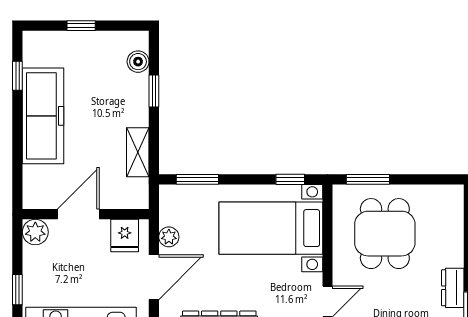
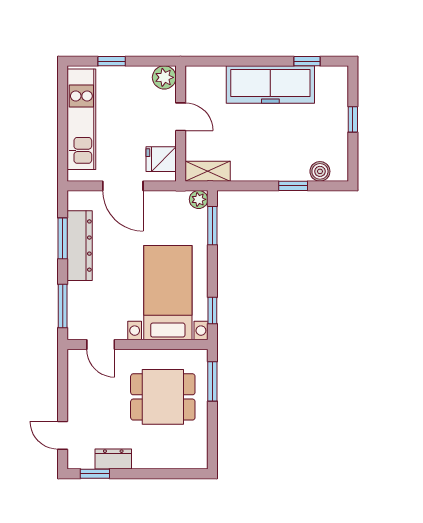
shelving: (138, 152) -> (208, 171), moved
door: (78, 214) -> (181, 117), width x0.73
plant: (169, 237) -> (199, 199), moved

